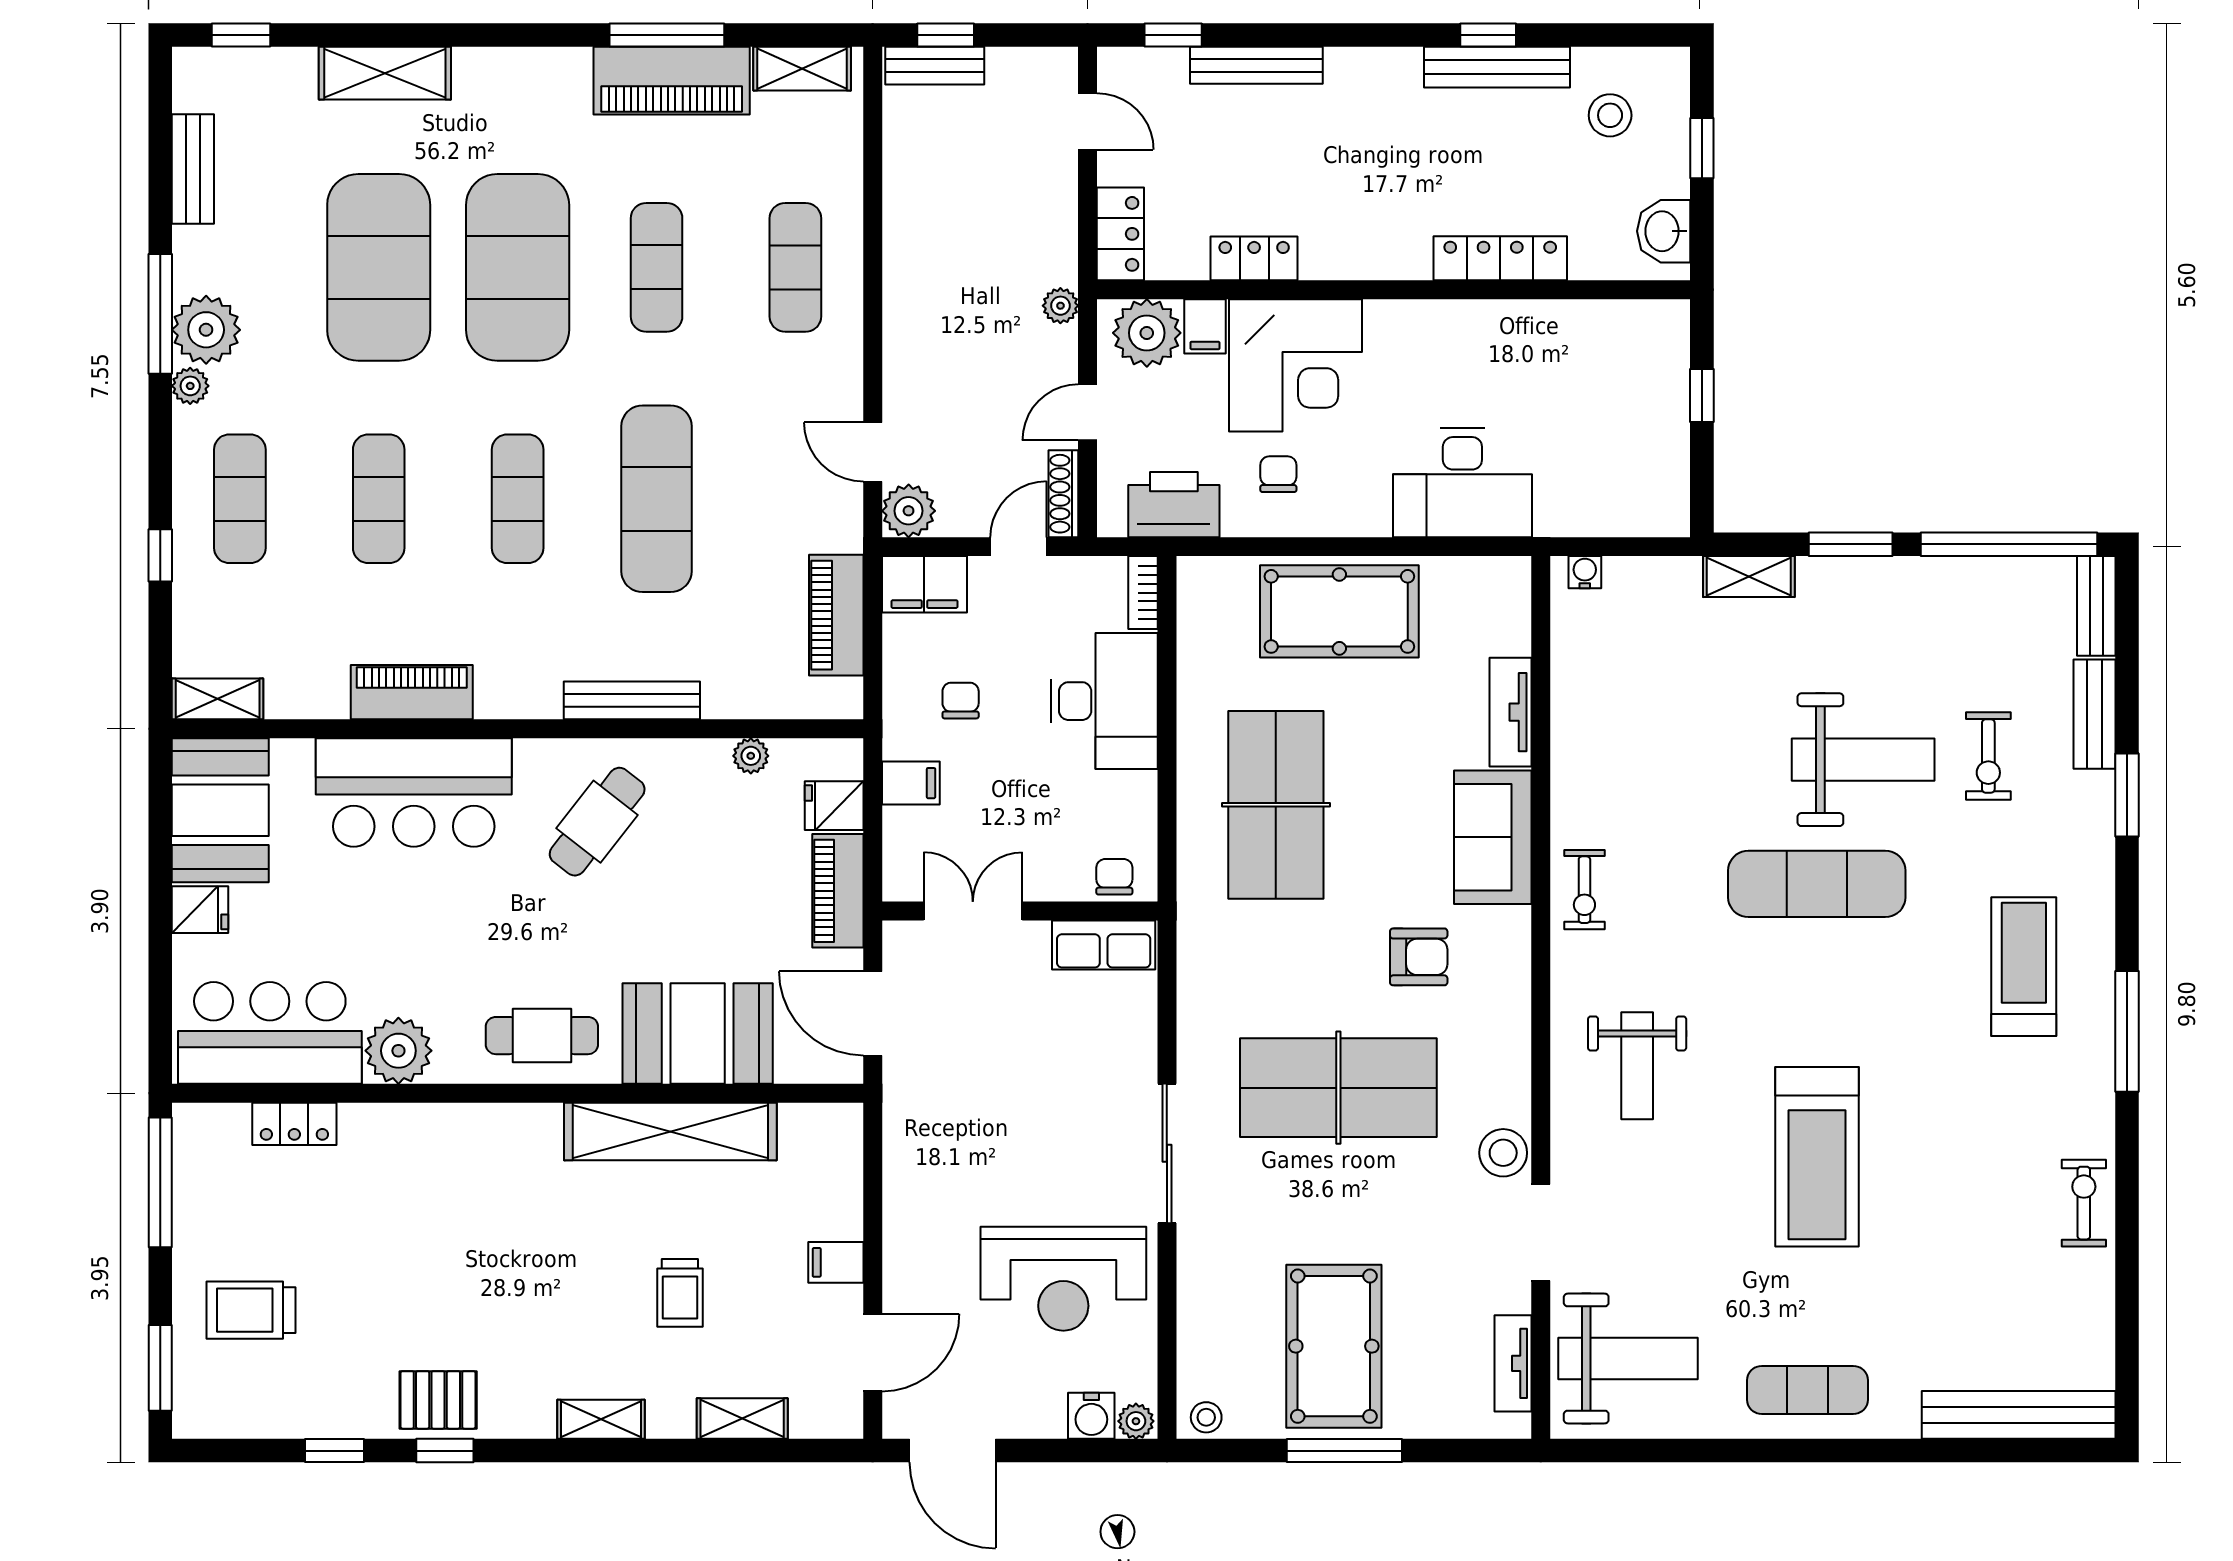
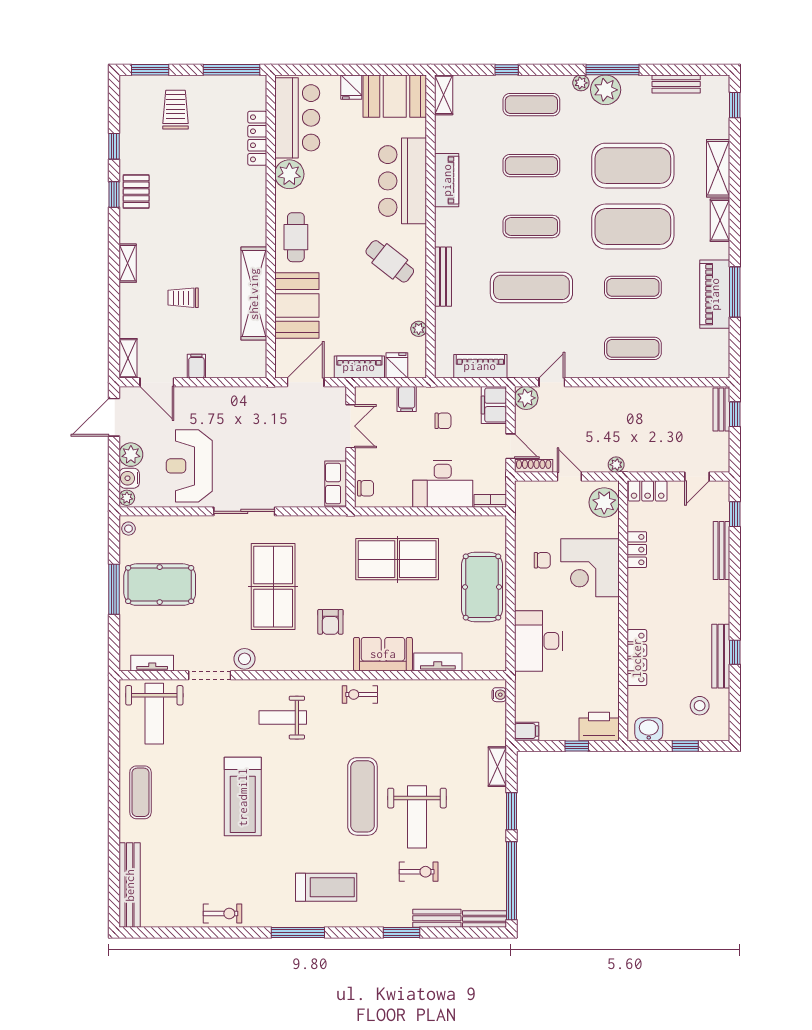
shelving: (802, 69) -> (720, 220), moved
filing cabinet: (1205, 326) -> (527, 731), moved, turned 180
printer: (1174, 505) -> (599, 727), moved, turned -90
exercise bike: (1988, 756) -> (419, 872), turned 180
locker: (294, 1124) -> (257, 138), width x1.53
treadmill: (1817, 1157) -> (243, 797), turned -90
plant: (1038, 1412) -> (131, 455), added
shelving: (742, 1418) -> (128, 358), moved

